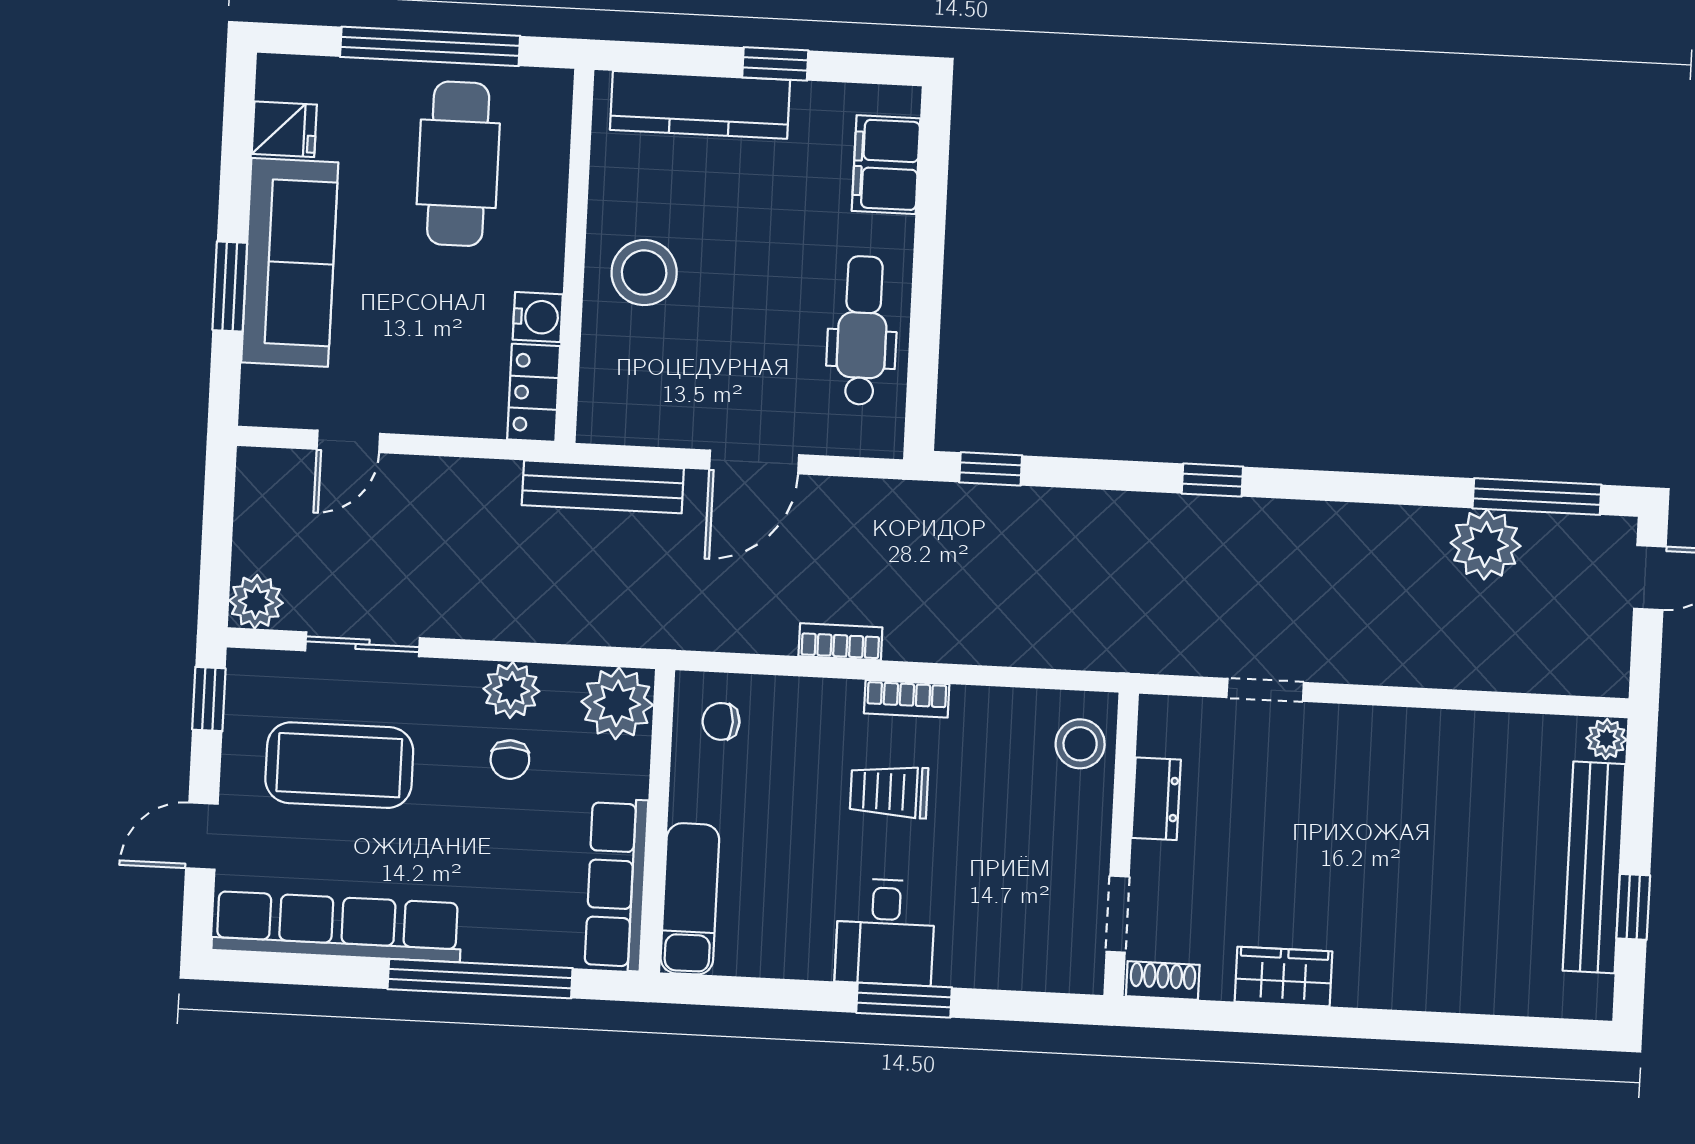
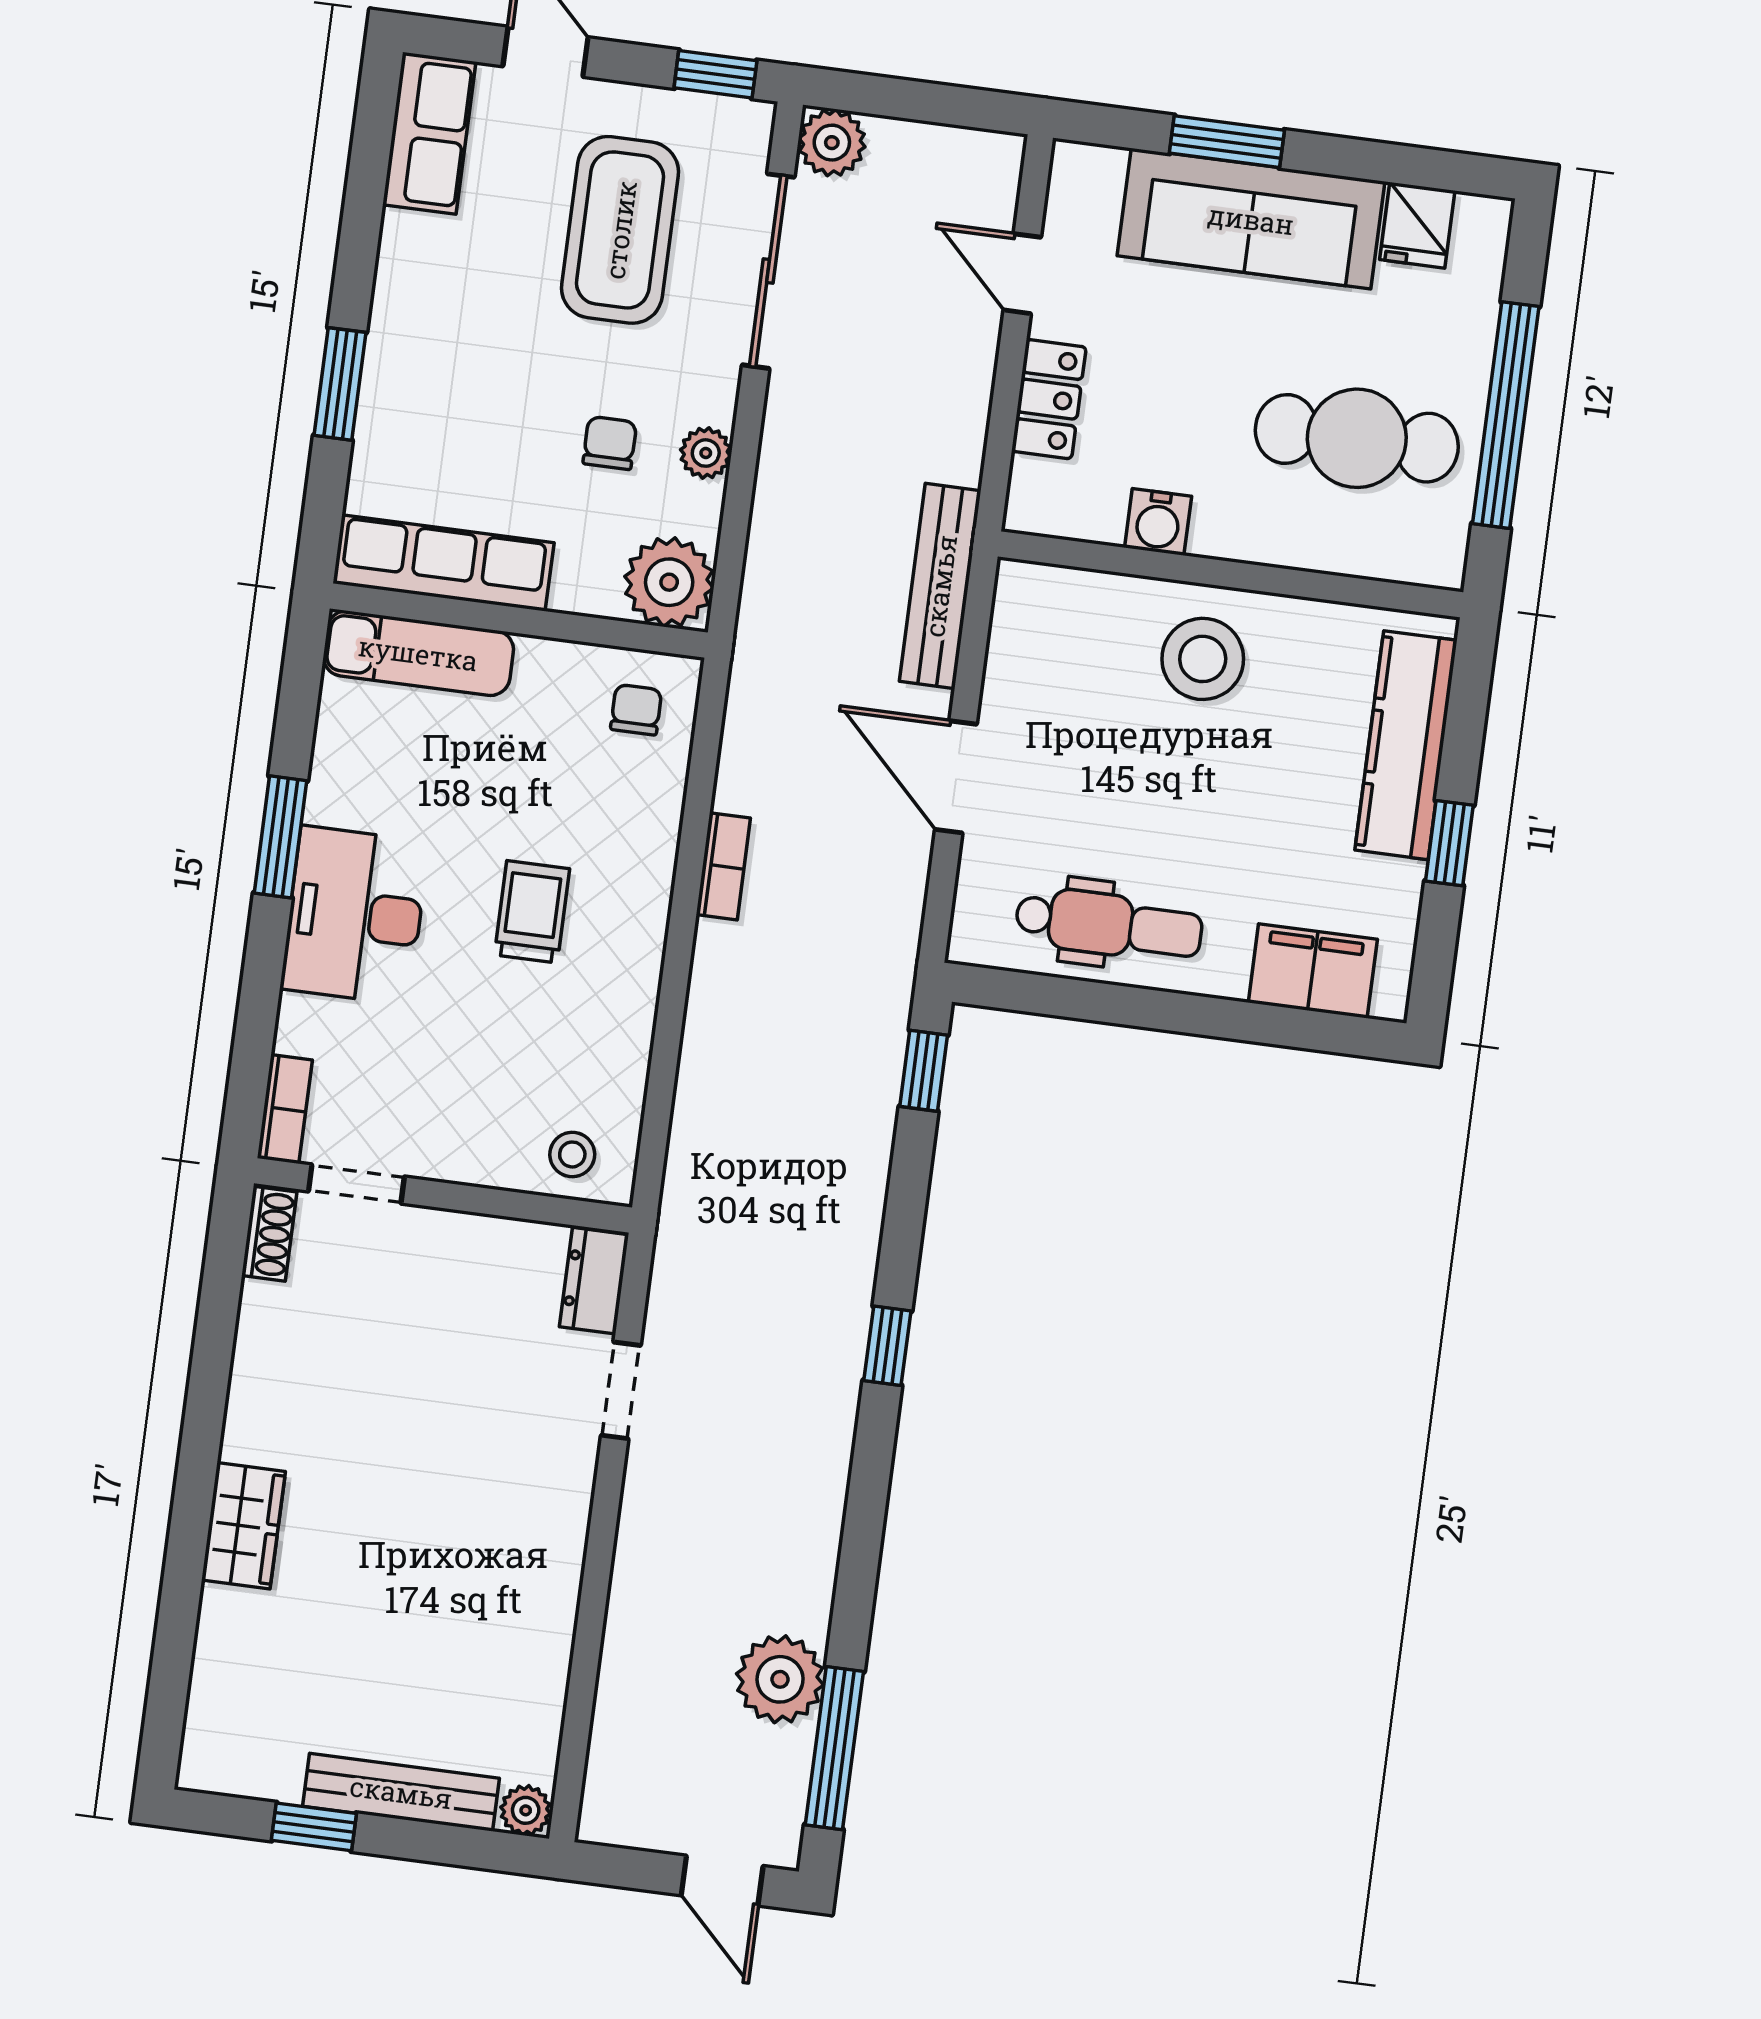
locker: (534, 393) -> (1049, 399), moved, turned 90
sliding door: (363, 644) -> (768, 271), width x1.37
plant: (511, 690) -> (706, 453), width x0.73, depth x0.73
bookcase: (907, 699) -> (285, 1109), moved, turned 180
stool: (1080, 744) -> (572, 1154), width x0.73, depth x0.73
chair: (510, 760) -> (610, 443), turned 90
dresser: (1156, 799) -> (594, 1281), moved, turned 90
bench: (1594, 867) -> (401, 1792), width x0.73, depth x0.82
row of seats: (337, 927) -> (429, 133), width x0.50
desk: (885, 932) -> (355, 915), width x1.37
wardrobe: (1284, 977) -> (244, 1526), moved
window: (480, 979) -> (340, 384), width x0.47
window: (904, 1000) -> (280, 837), moved

